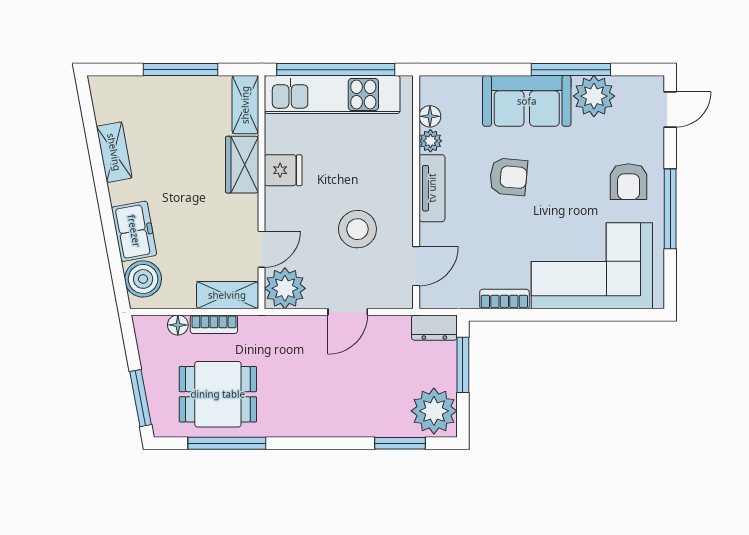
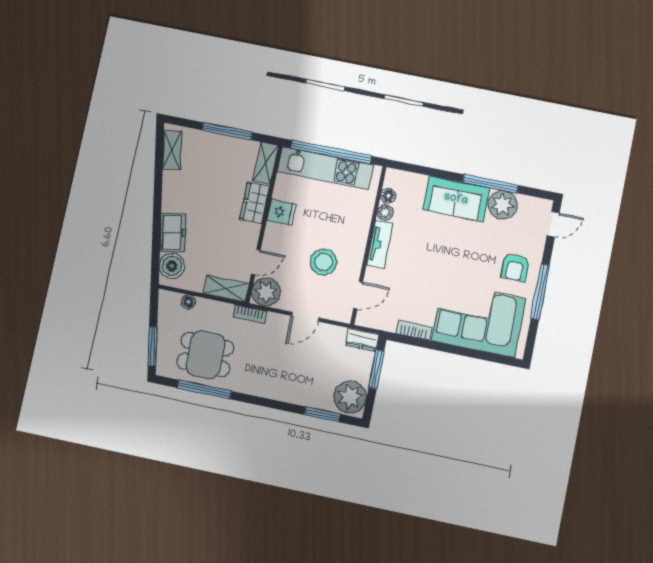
shelving: (114, 152) -> (172, 150), moved
armchair: (508, 177) -> (433, 247), removed
bookcase: (214, 324) -> (250, 314), moved

